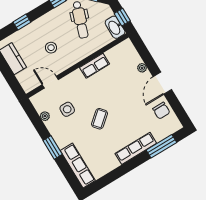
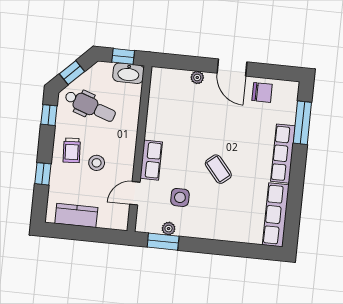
trolley: (48, 28) -> (72, 150), added
row of seats: (95, 66) -> (151, 160), moved
window: (53, 147) -> (163, 242), moved
row of seats: (78, 166) -> (276, 215), moved, turned -90

